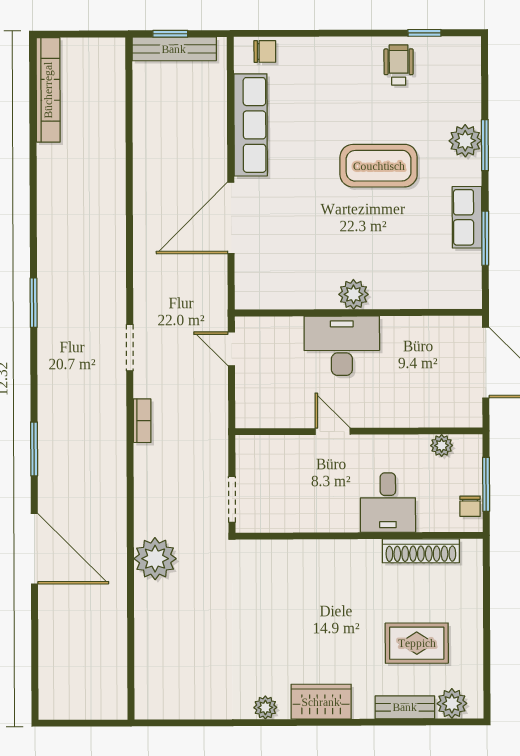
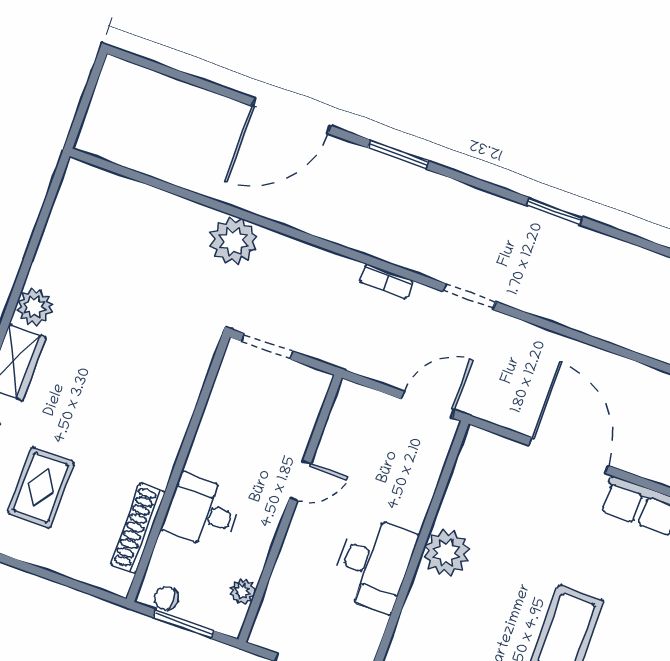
plant: (353, 294) -> (447, 553), width x1.36, depth x1.36
desk: (342, 346) -> (374, 564), moved
door: (231, 349) -> (428, 405), width x1.38
plant: (265, 707) -> (34, 307), width x1.38, depth x1.38

